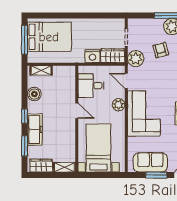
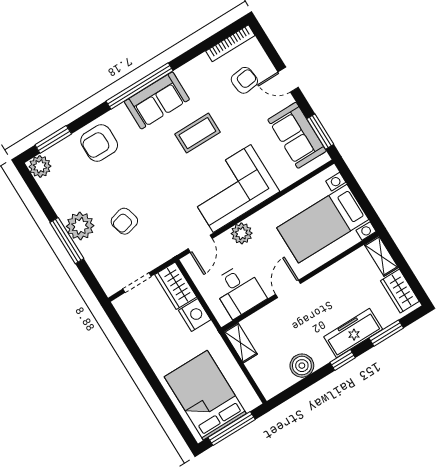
plant: (136, 59) -> (159, 250), removed
shelving: (41, 70) -> (240, 343), moved
window: (156, 175) -> (320, 132), moved

